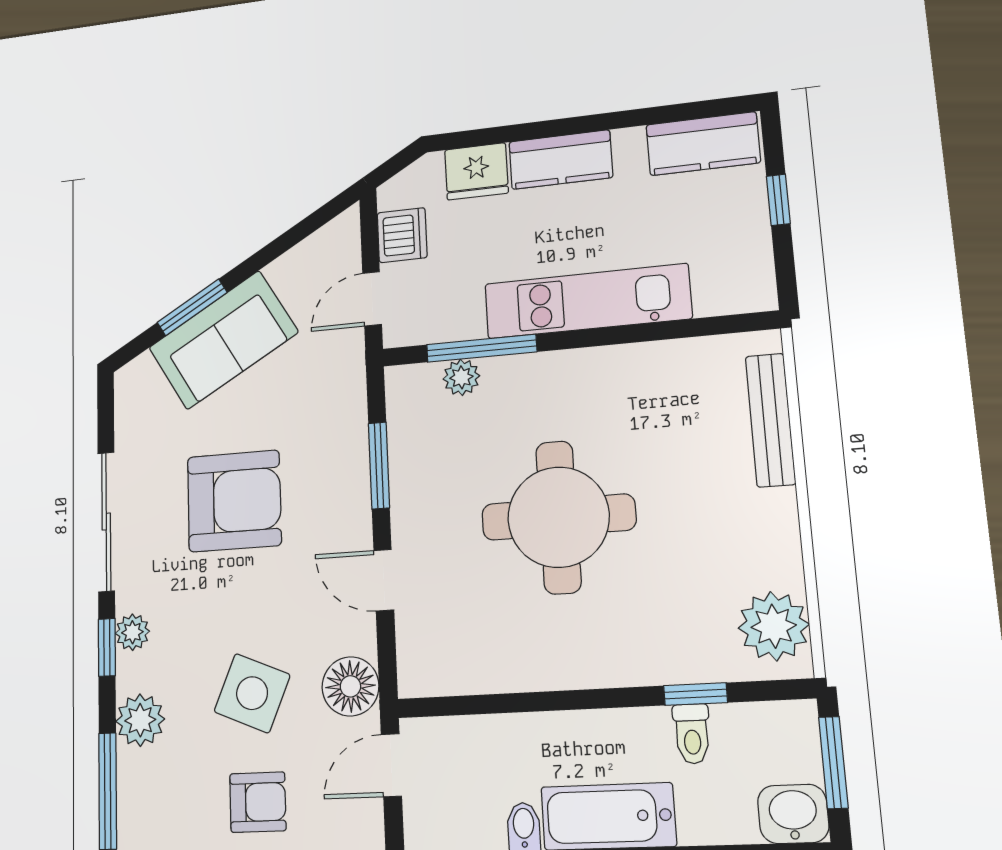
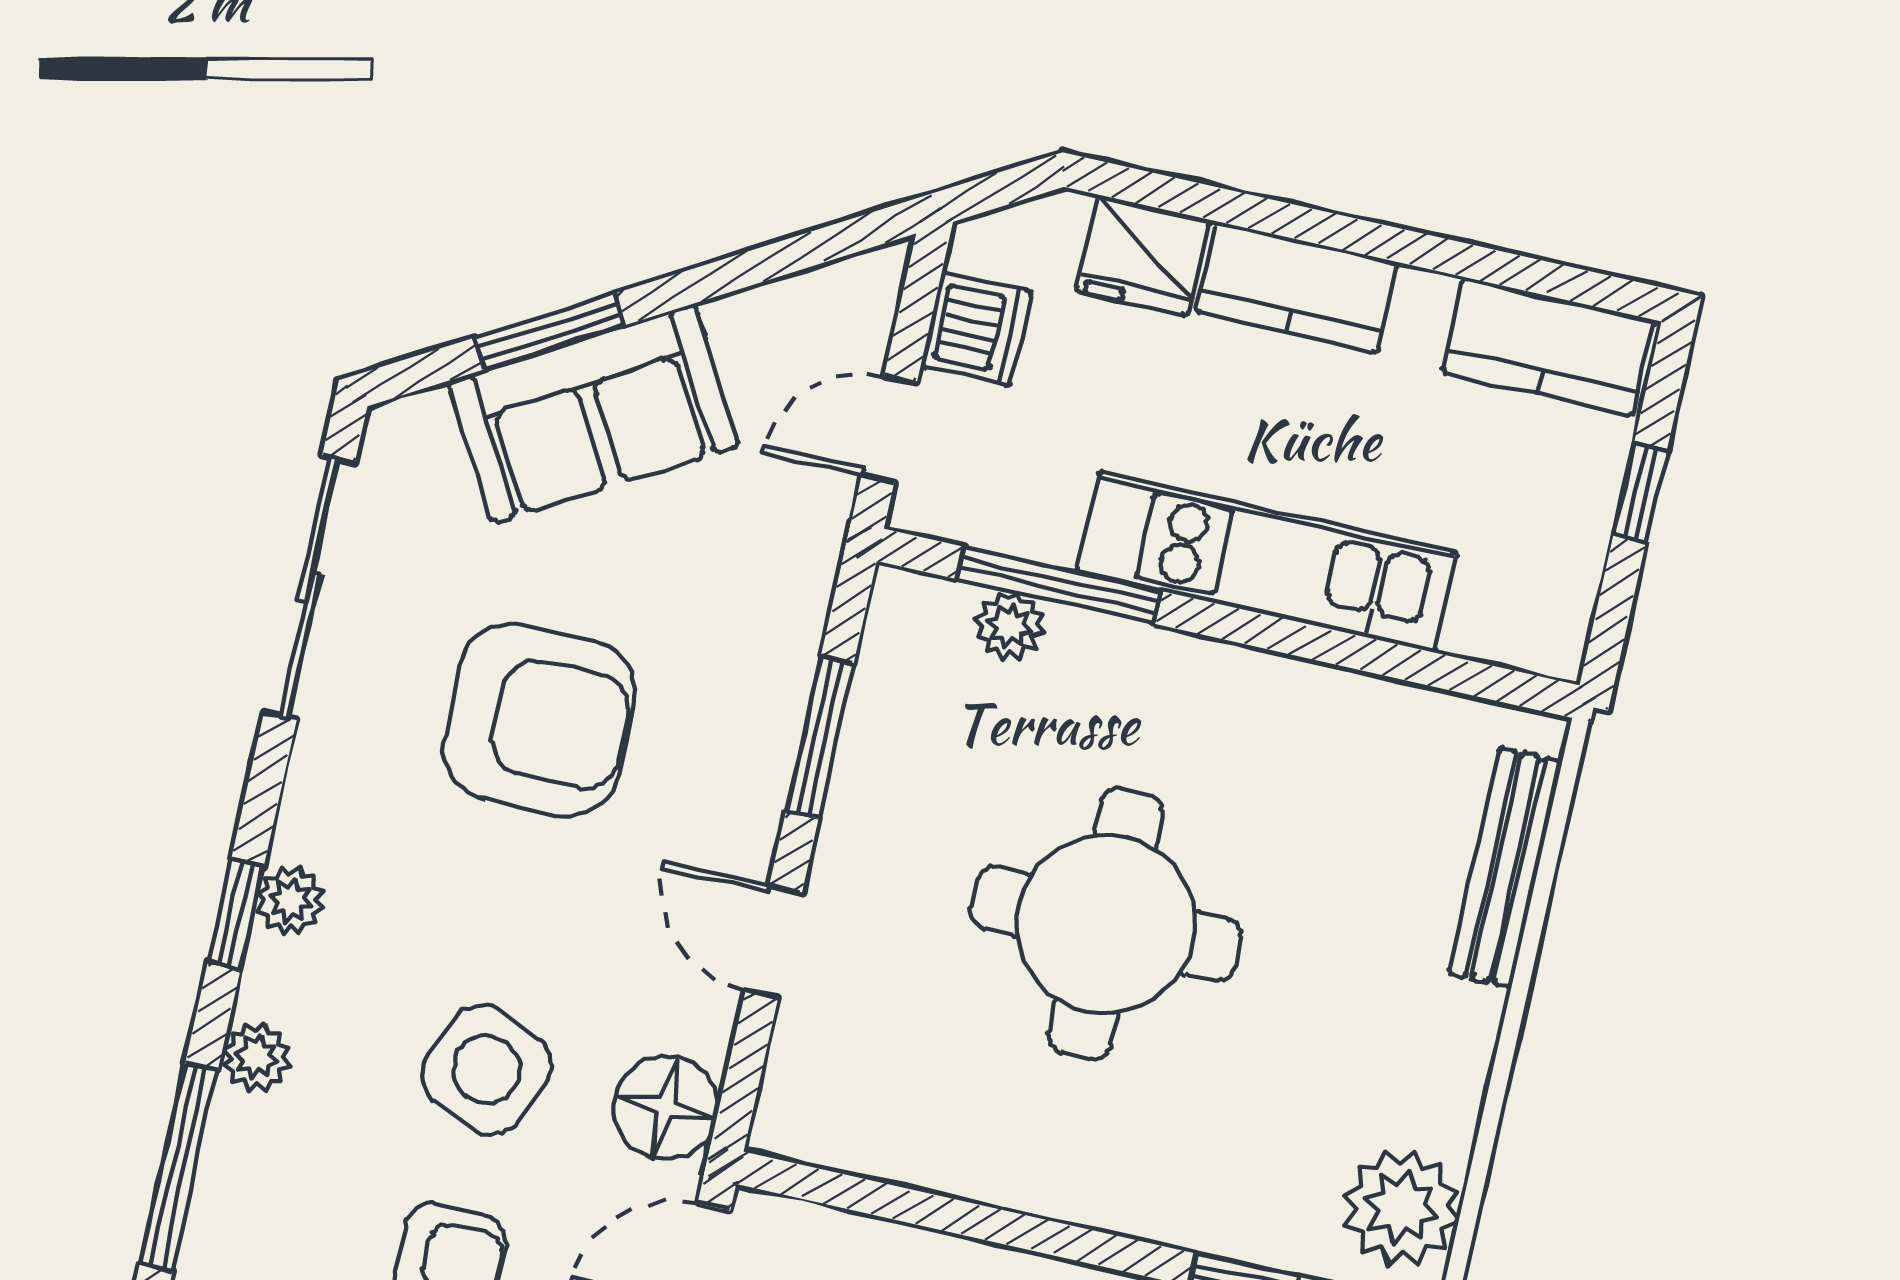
sliding door: (106, 522) -> (309, 588), moved
plant: (140, 720) -> (256, 1057), width x0.73, depth x0.73

